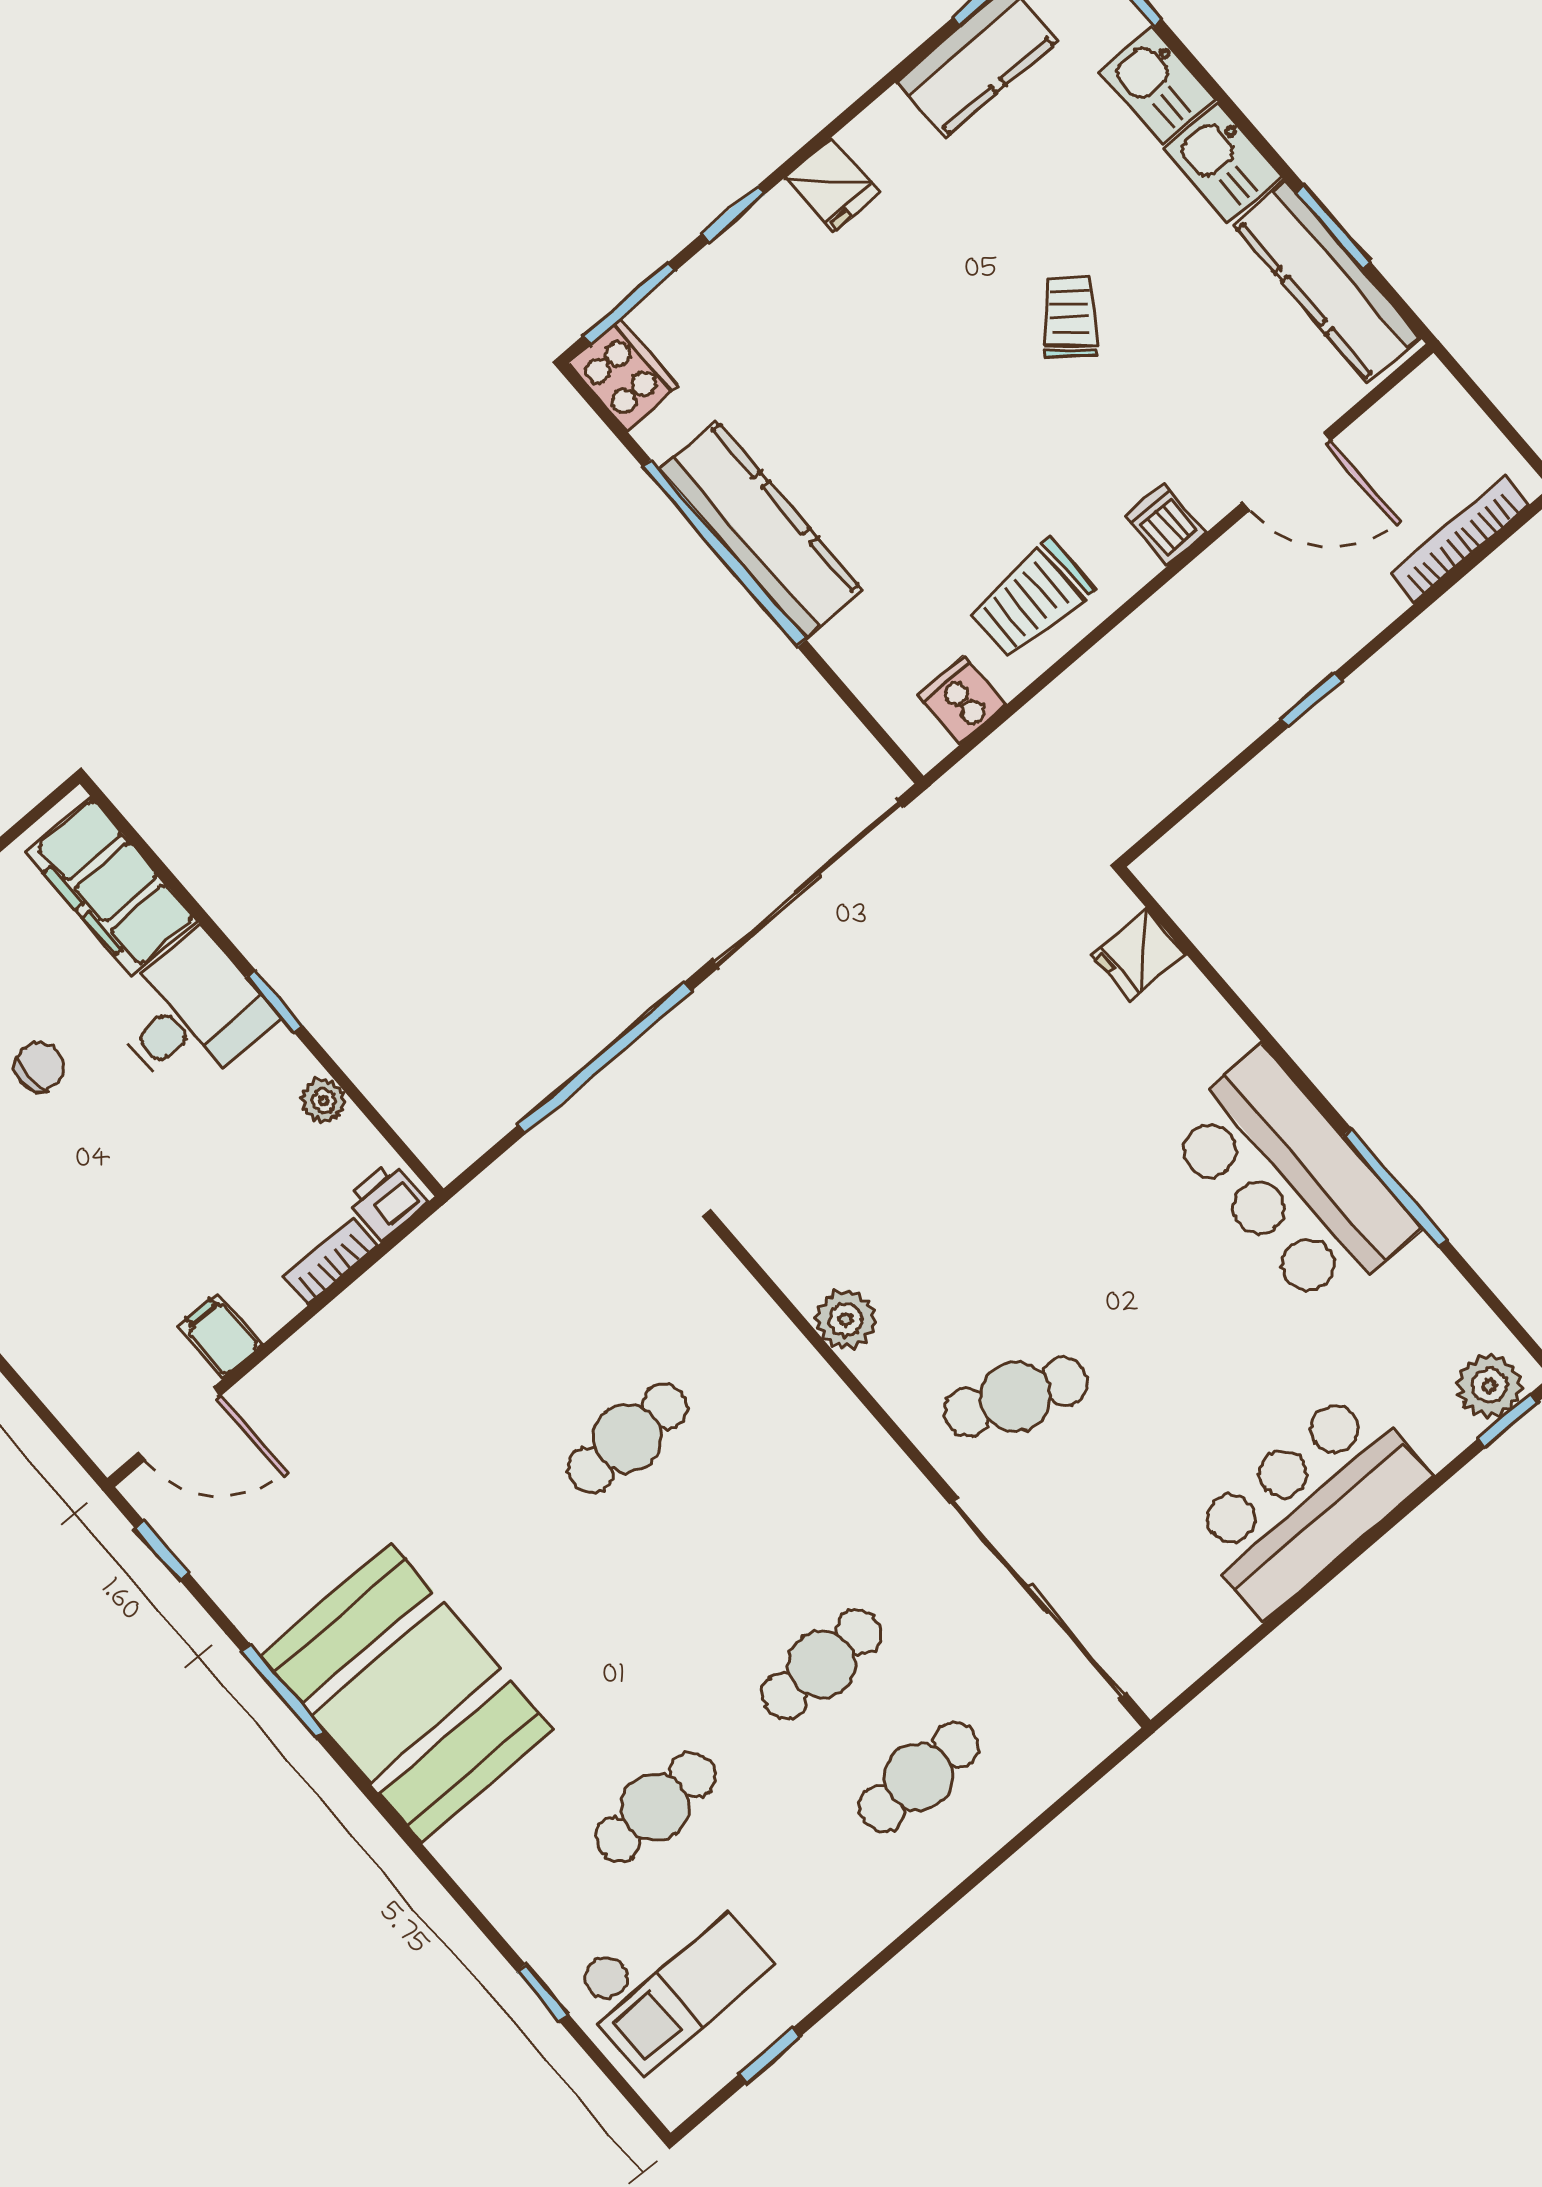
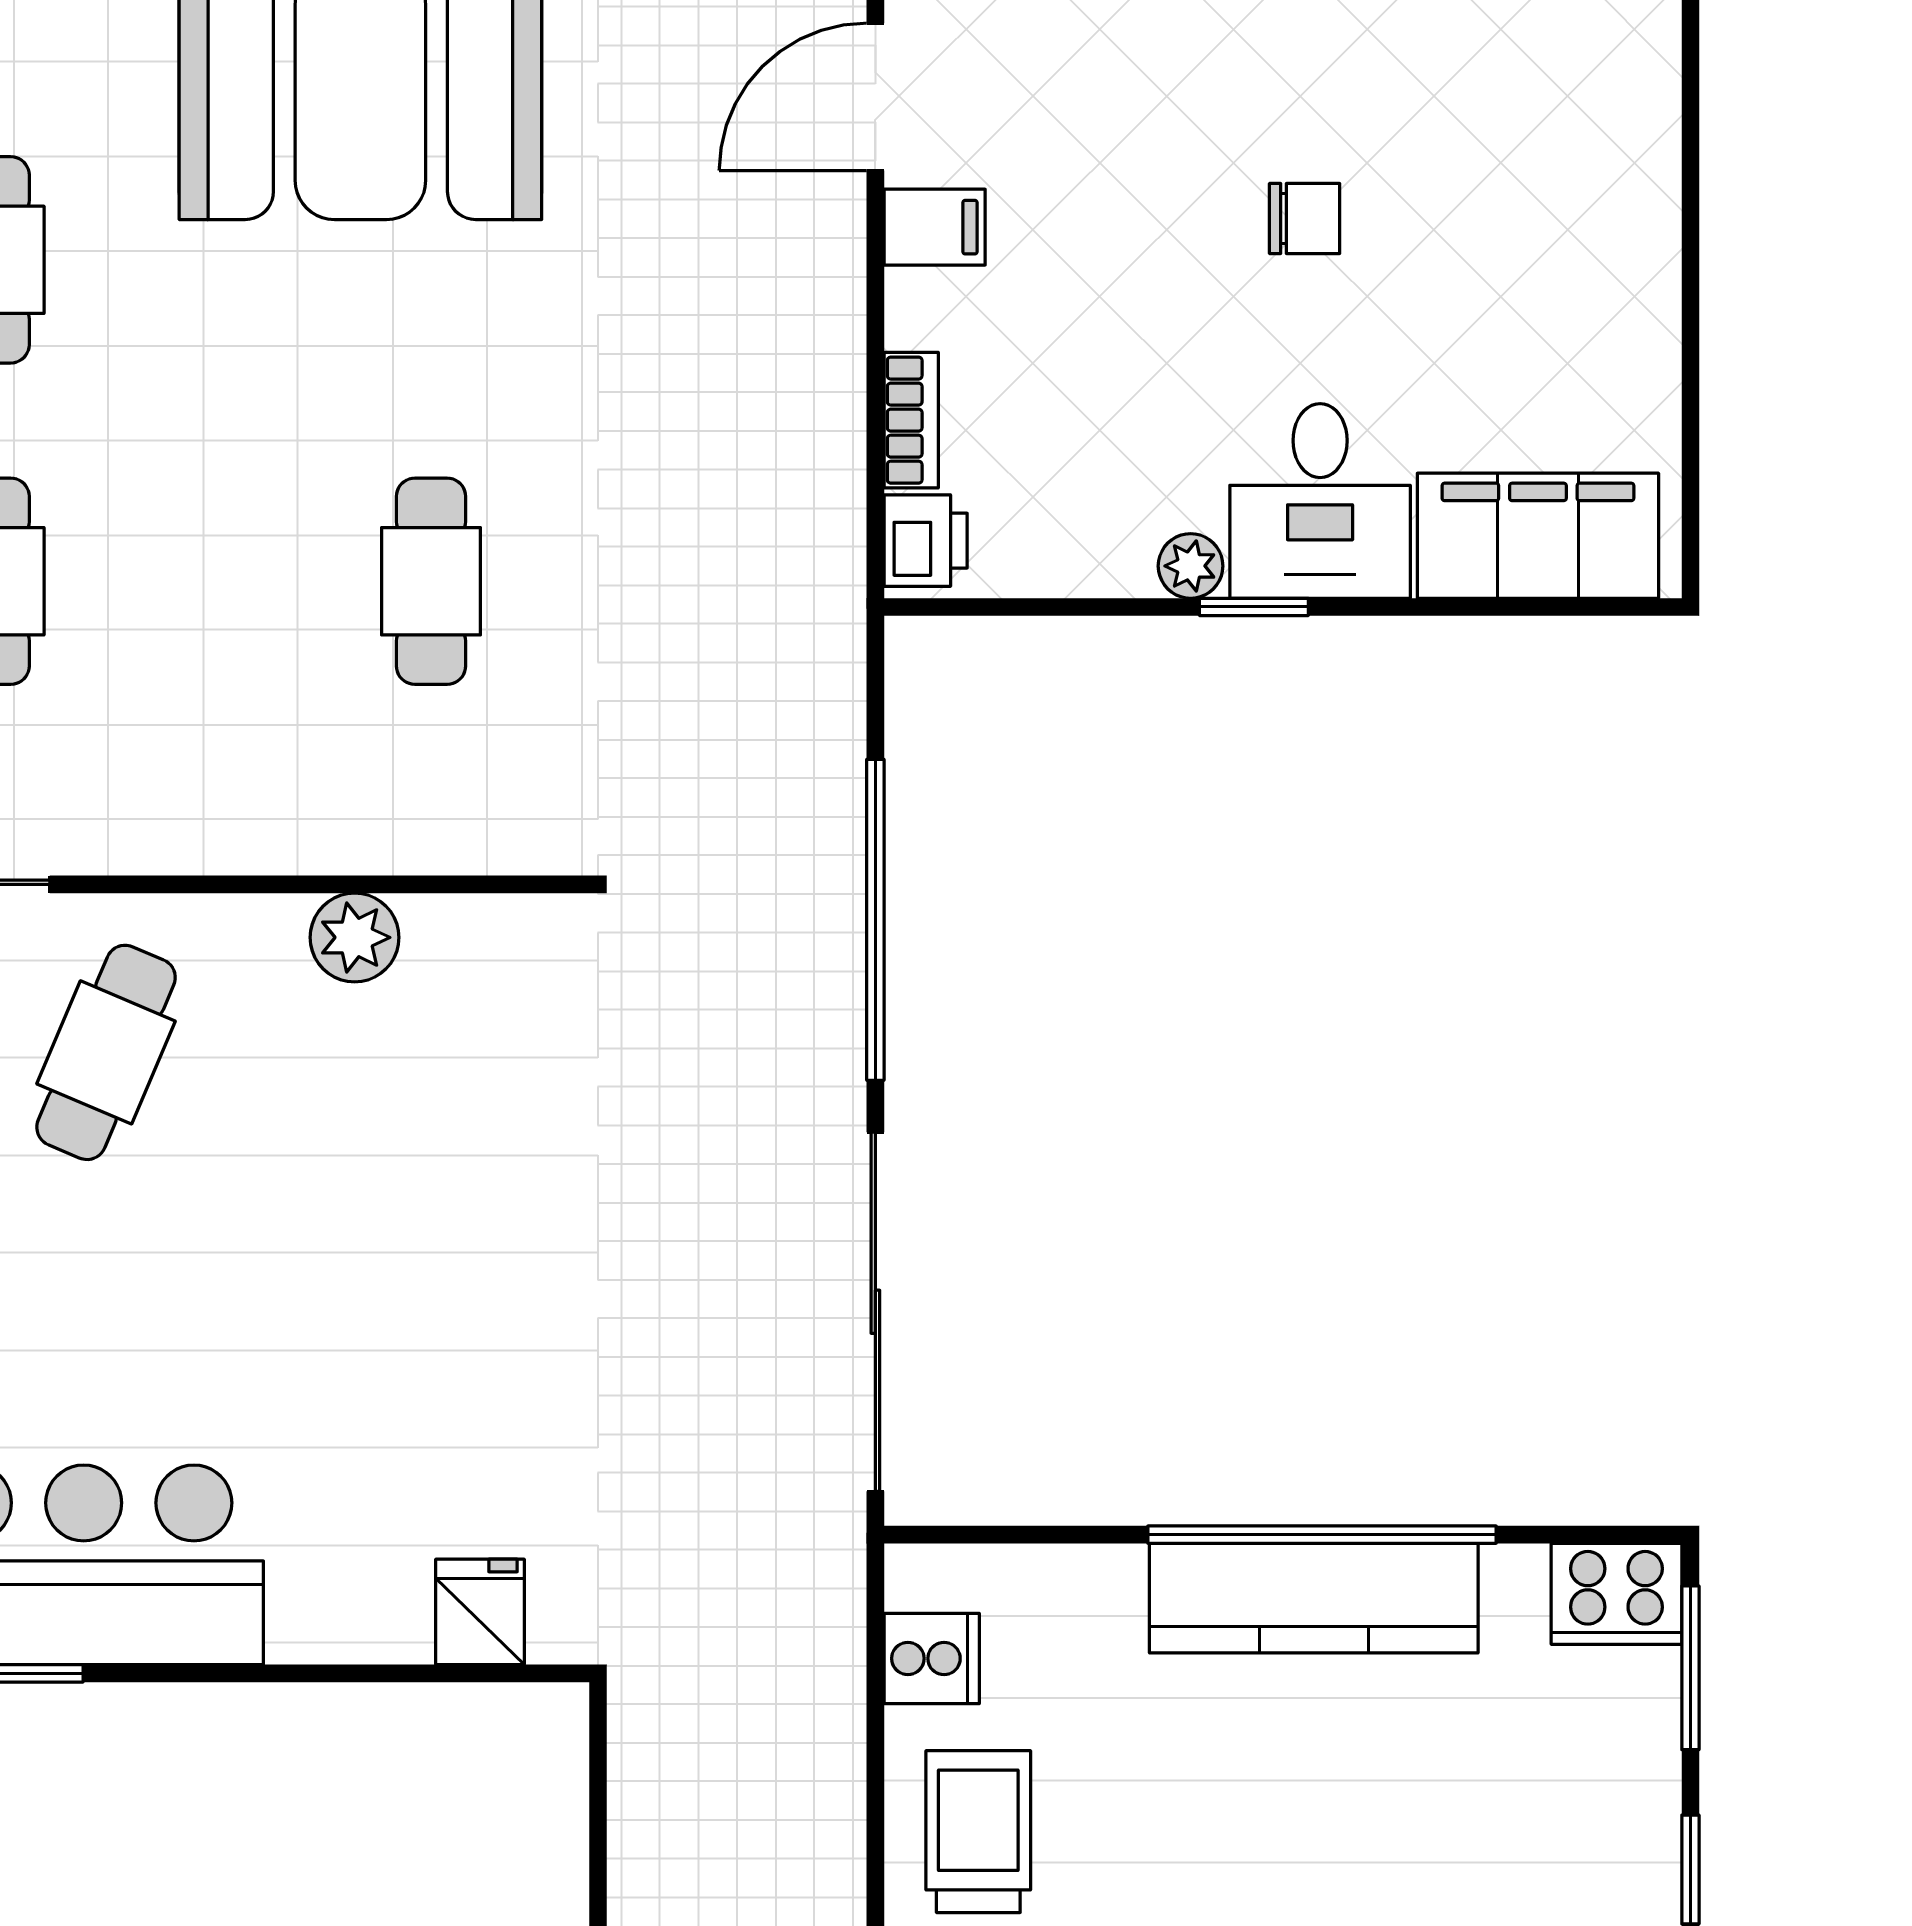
chair: (39, 1067) -> (1305, 218), moved, turned -90
plant: (323, 1101) -> (1191, 566), moved

